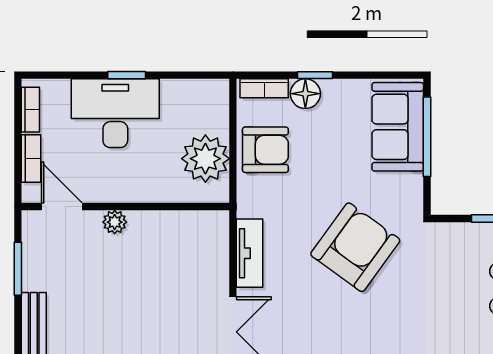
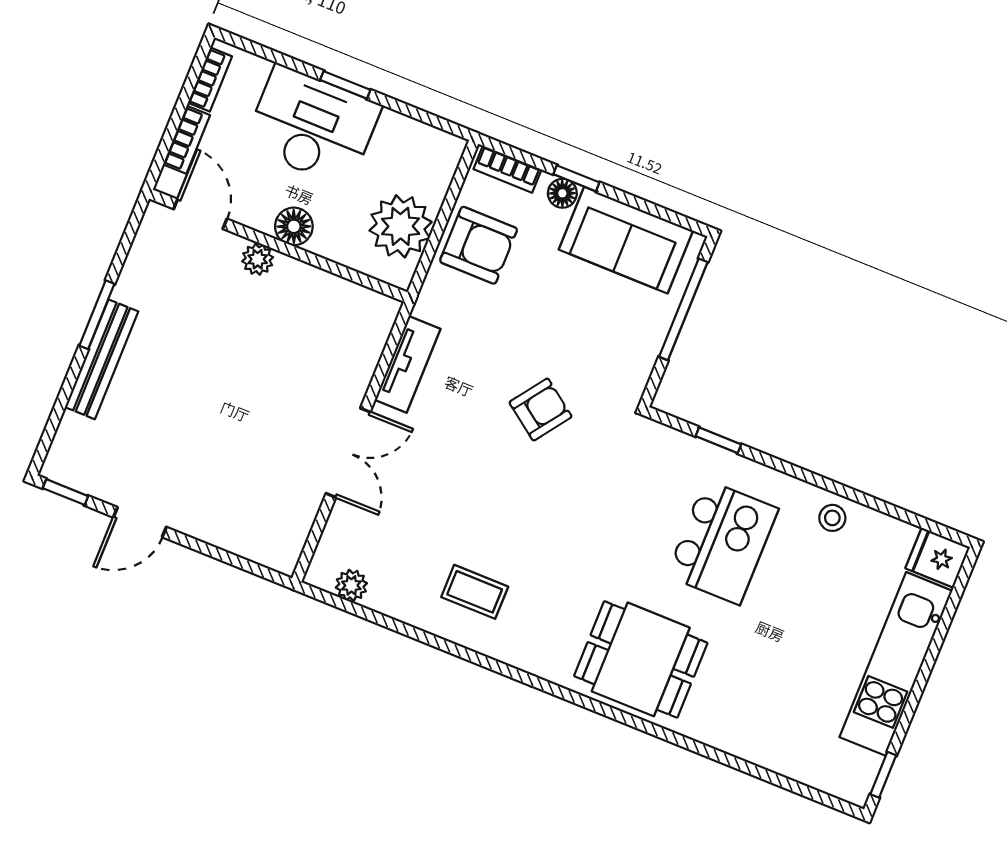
floor lamp: (305, 94) -> (562, 193), width x0.73, depth x0.73
sofa: (398, 127) -> (626, 240), moved, turned -90
floor lamp: (131, 189) -> (294, 226), added
armchair: (355, 247) -> (540, 410), width x0.53, depth x0.53
window: (18, 269) -> (97, 315), moved

